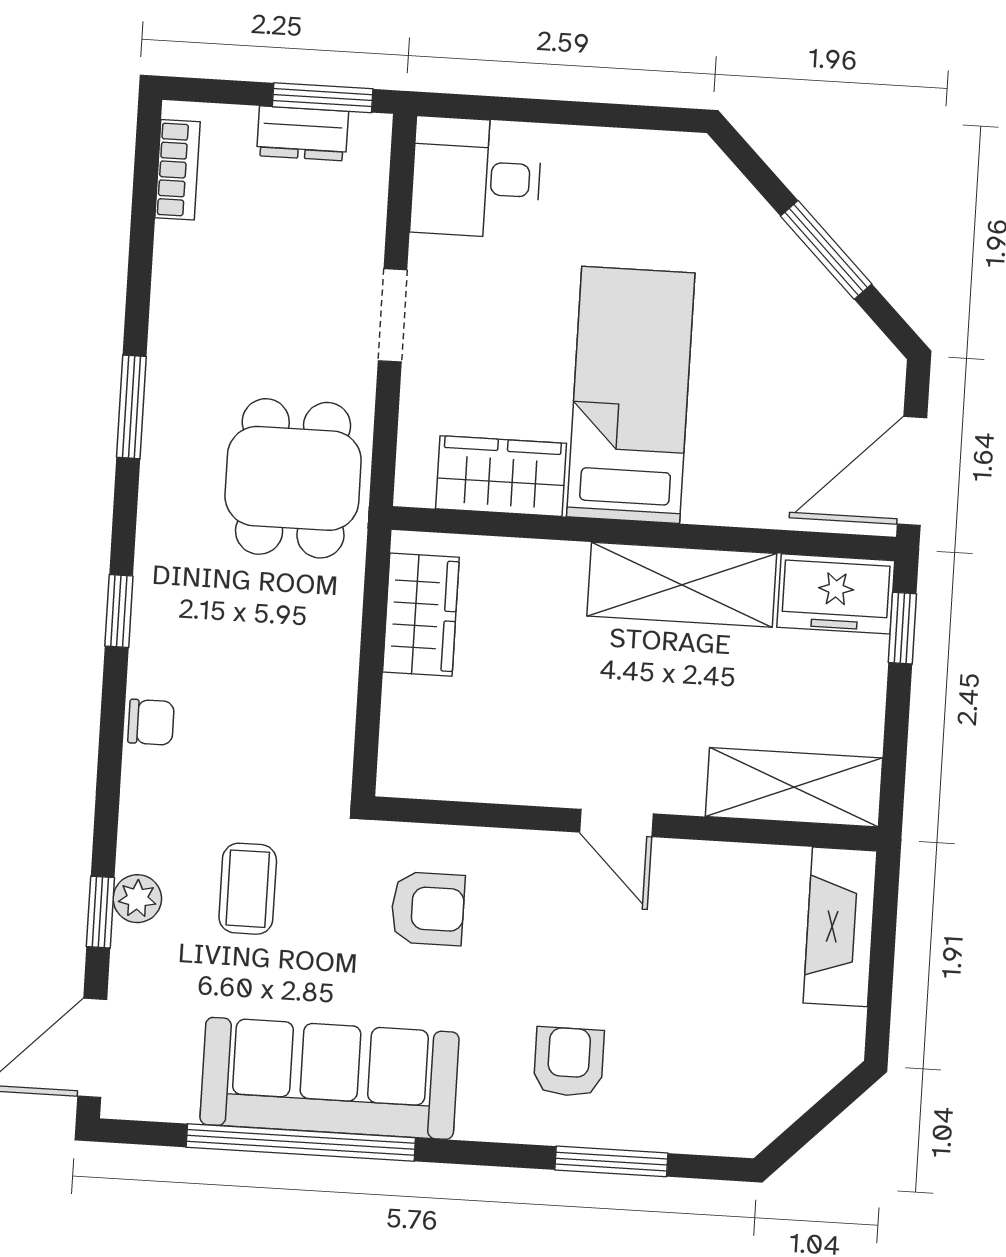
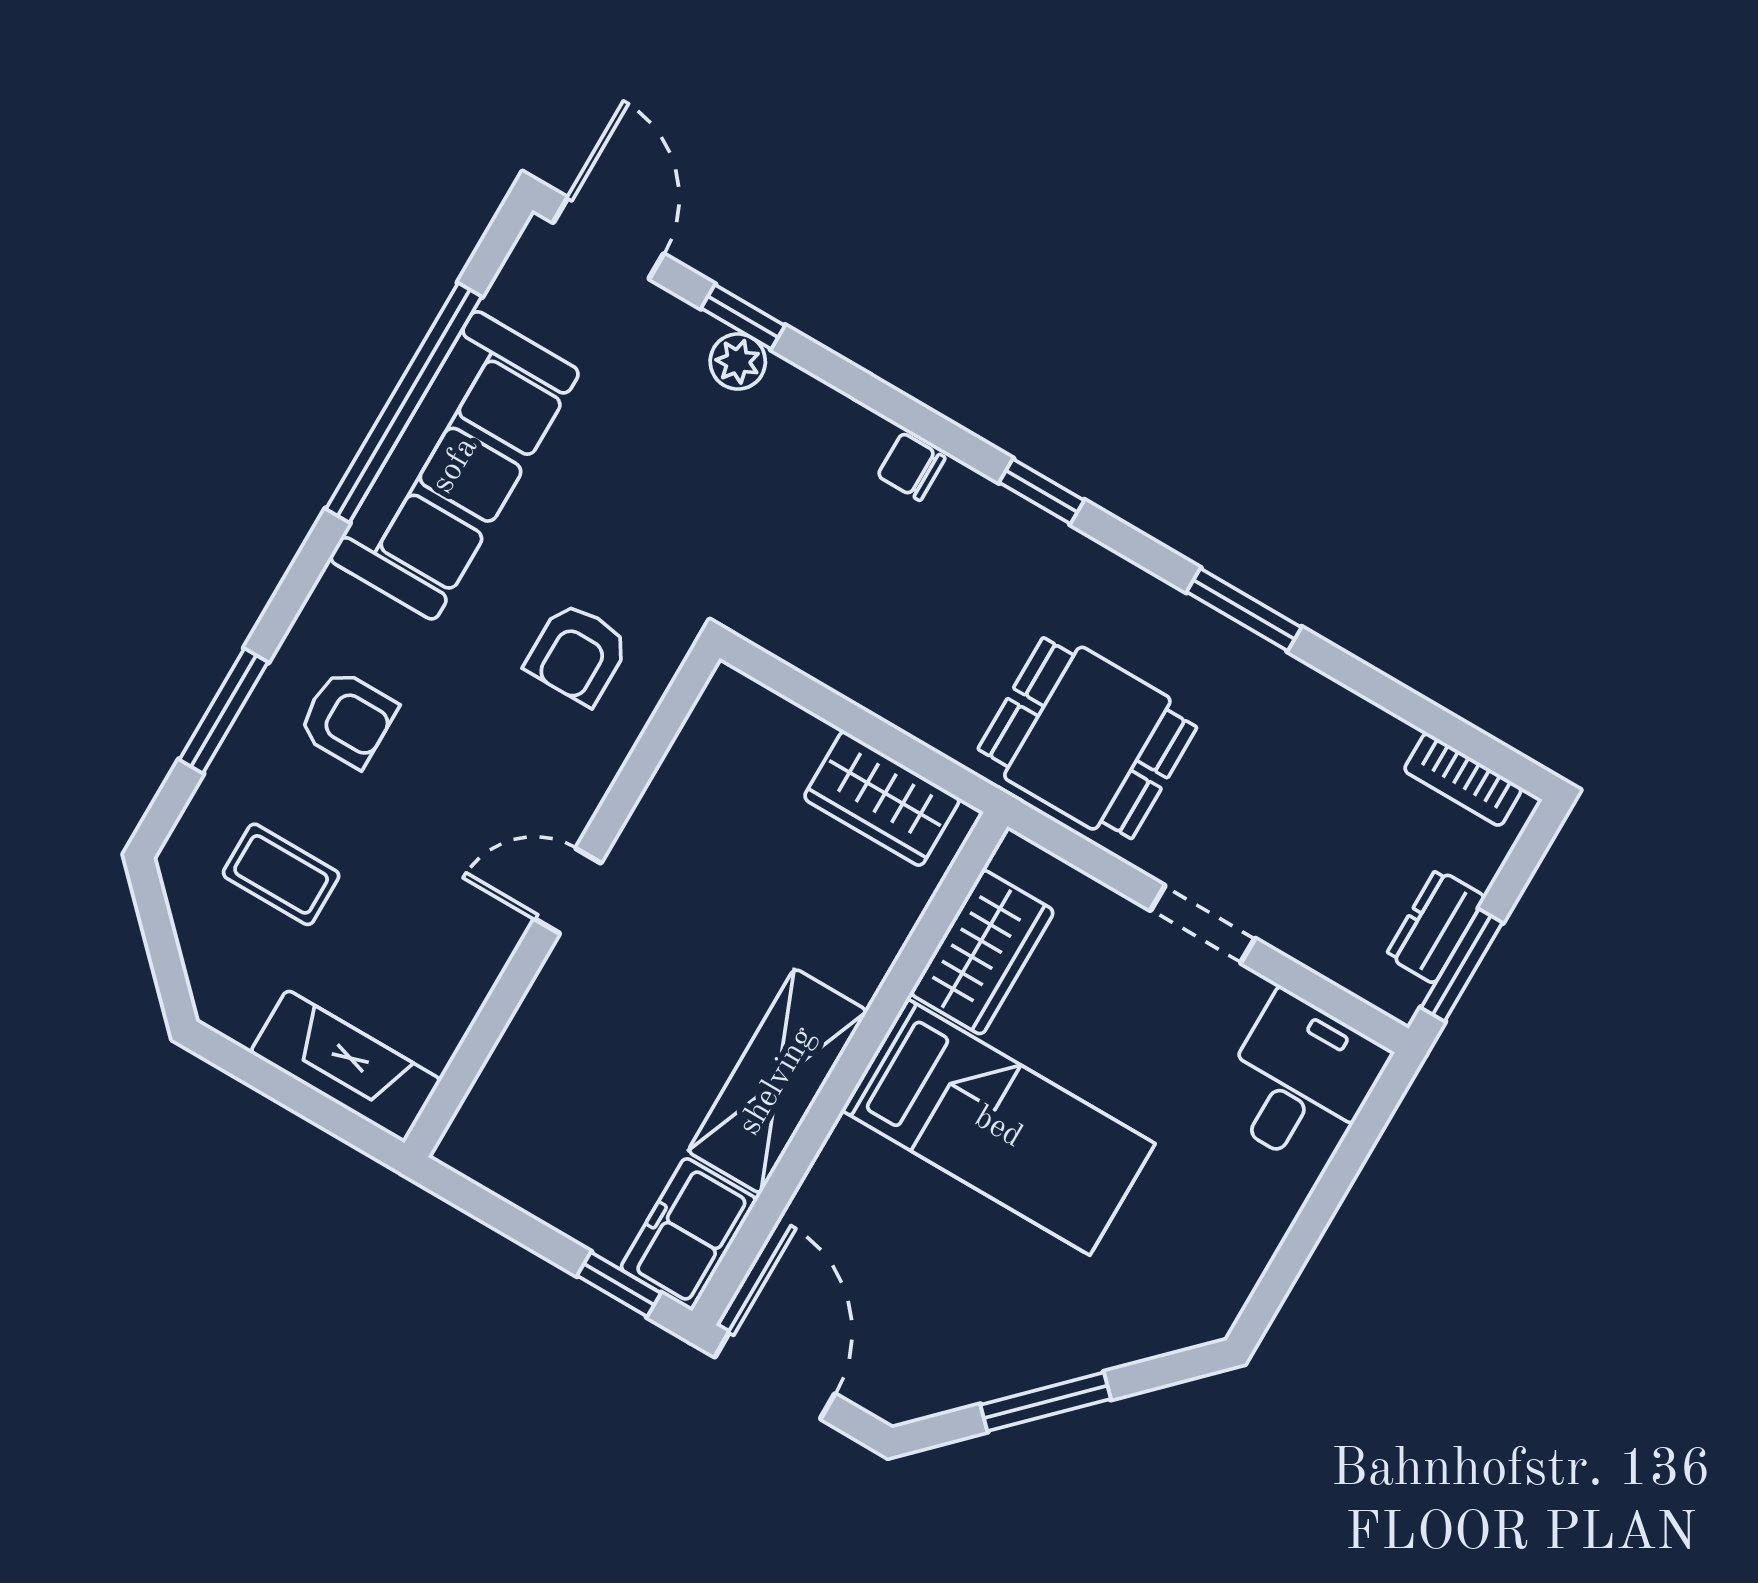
chair: (151, 722) -> (911, 467), turned 90
shelving: (794, 787) -> (512, 1091), removed
coffee table: (248, 889) -> (281, 874), moved

